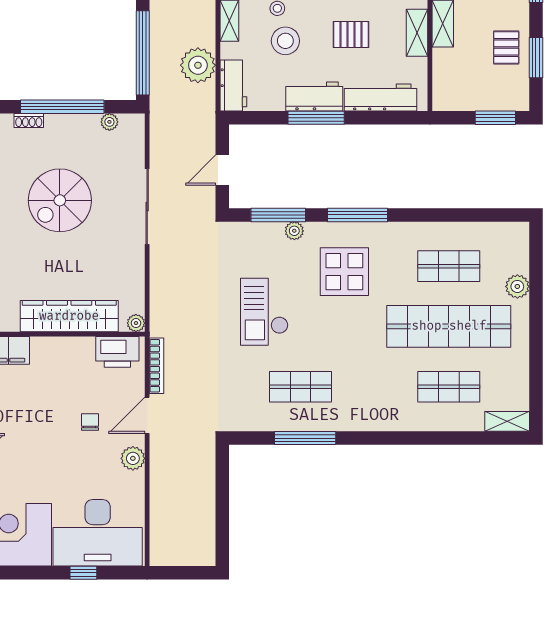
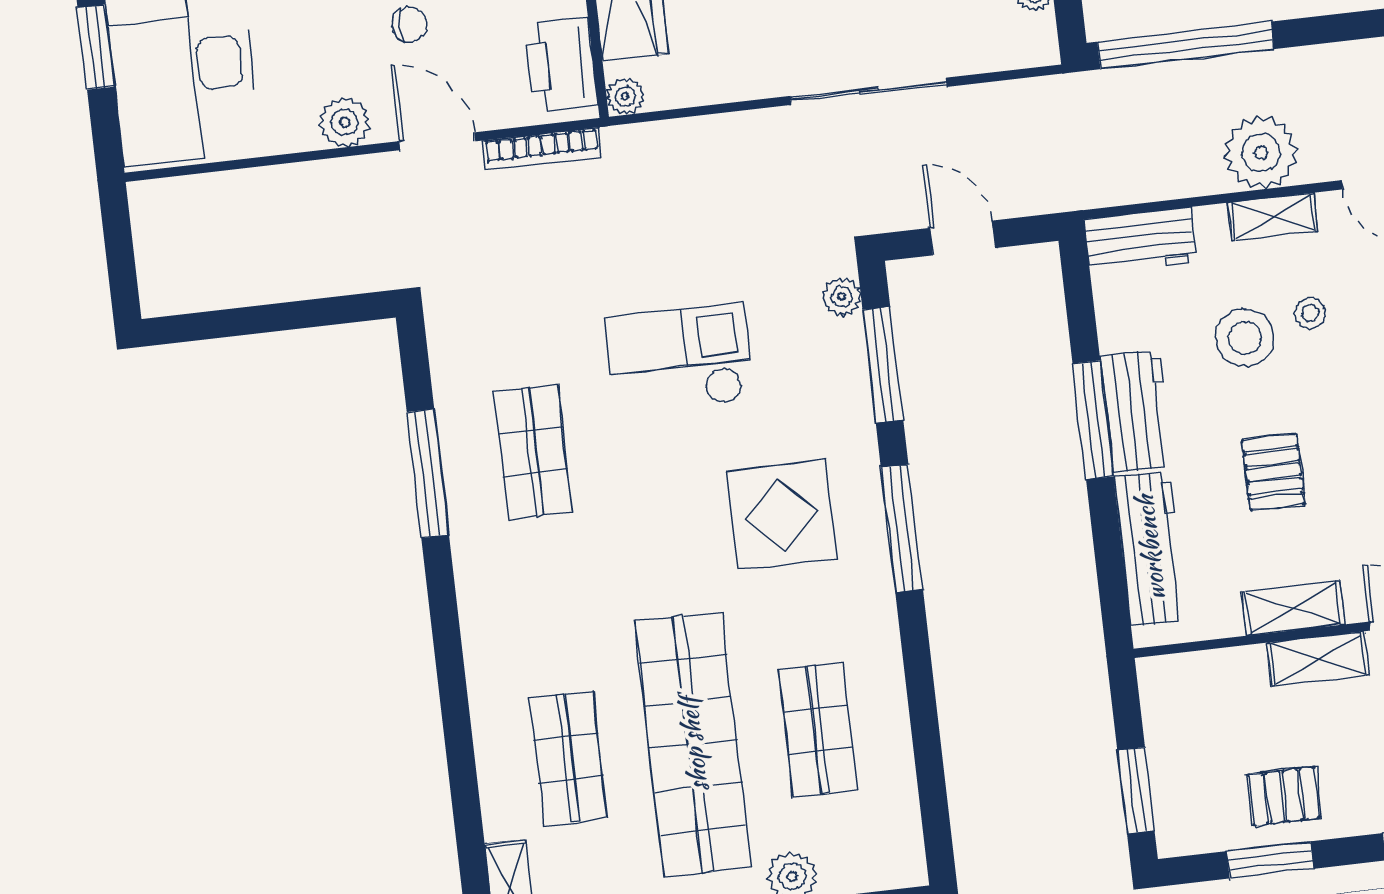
plant: (198, 65) -> (1261, 153), moved
plant: (294, 231) -> (842, 296), moved
window: (83, 573) -> (96, 47), width x1.50

